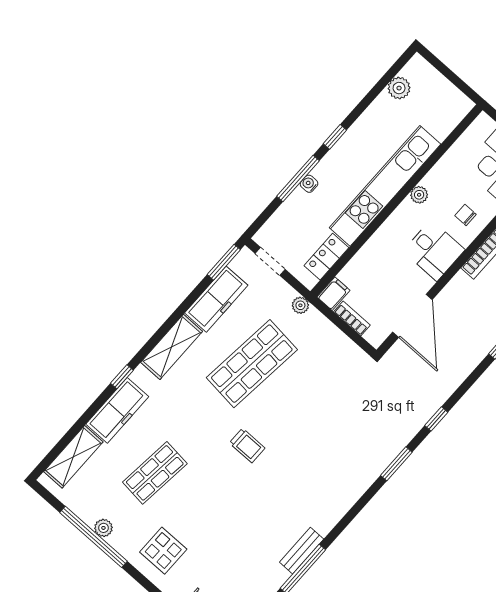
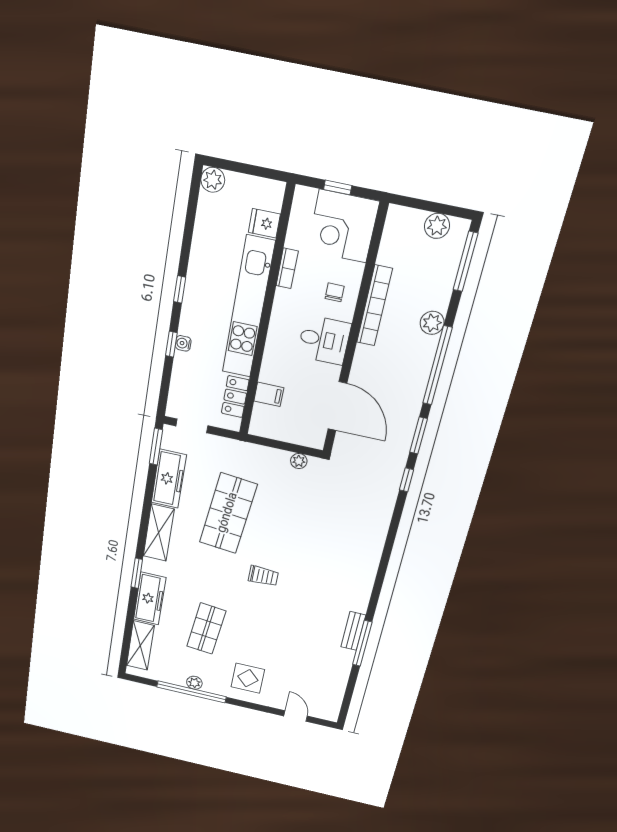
plant: (399, 88) -> (213, 180), moved
fridge: (440, 126) -> (264, 223), added
window: (298, 179) -> (171, 344), width x0.46
plant: (419, 195) -> (283, 298), removed
chair: (465, 215) -> (335, 292), turned 90
filing cabinet: (334, 294) -> (269, 394), moved, turned 90
plant: (300, 305) -> (299, 461), moved
bookcase: (352, 318) -> (287, 268), moved, turned 90
window: (122, 377) -> (137, 573), width x1.50
window: (396, 464) -> (418, 435), moved

